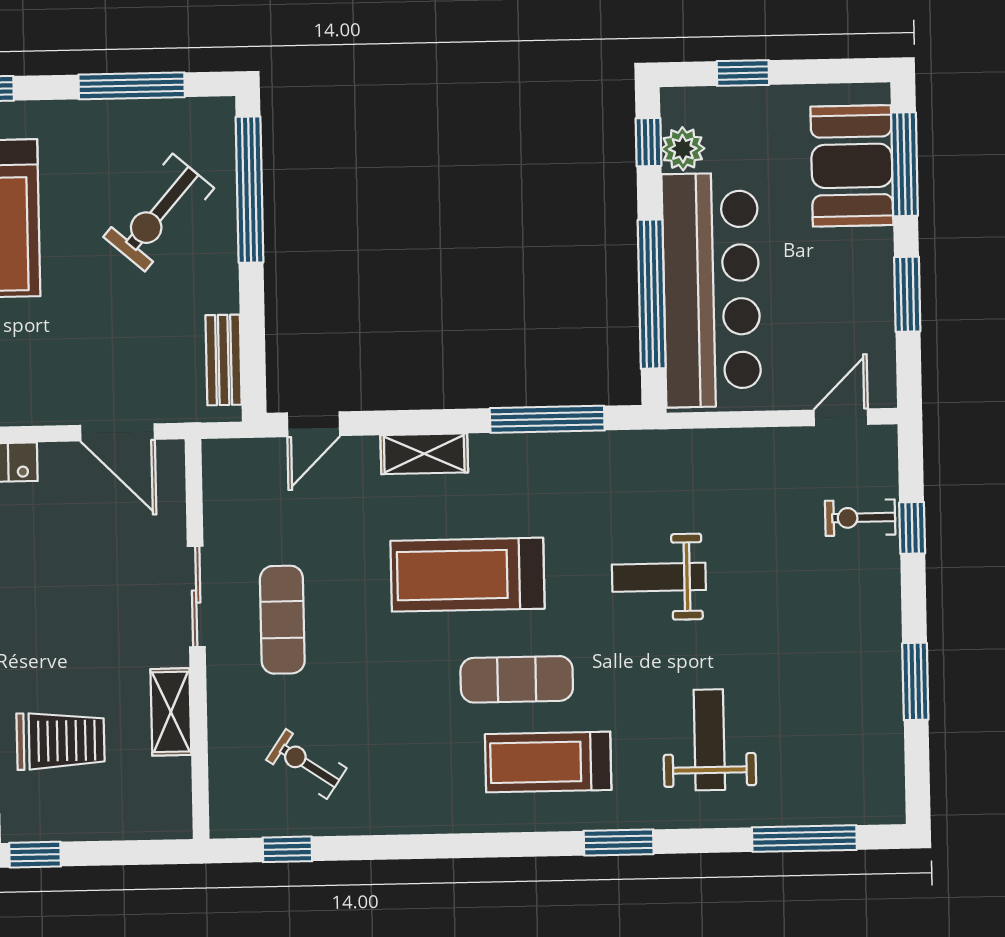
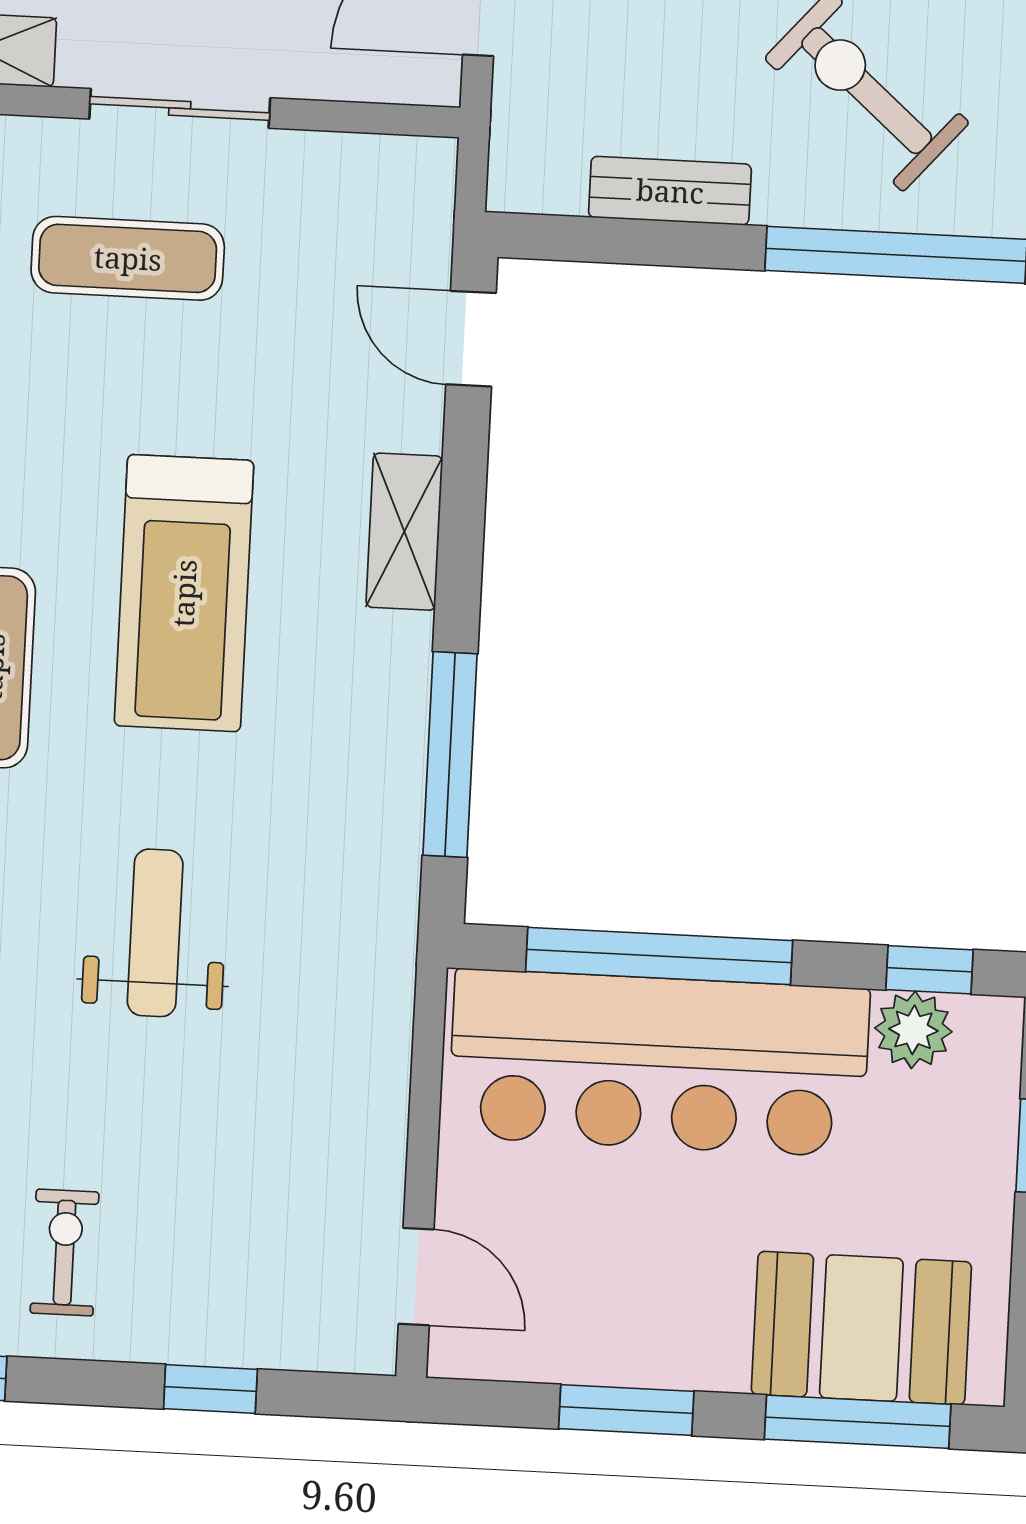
bench: (224, 360) -> (670, 191), moved
exercise bike: (860, 518) -> (65, 1253), moved
treadmill: (467, 575) -> (184, 593), turned 180

